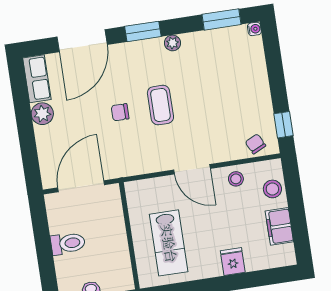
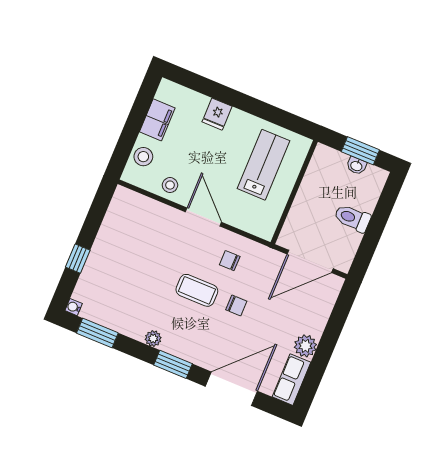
coffee table: (160, 105) -> (197, 290), turned 90
window: (284, 125) -> (78, 259), moved
chair: (255, 144) -> (230, 261), moved, turned 116

